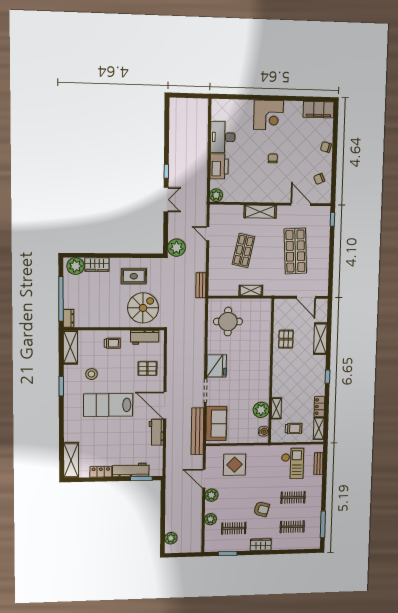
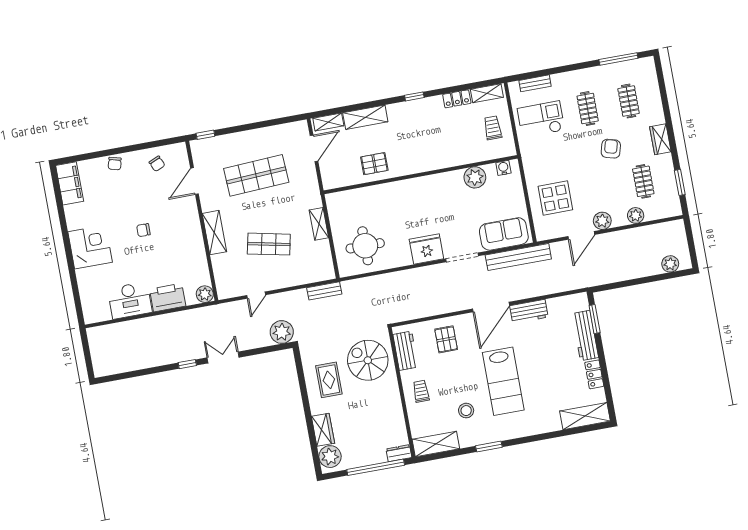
shelving: (276, 408) -> (328, 122), moved

